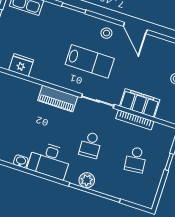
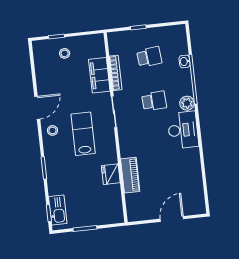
fridge: (21, 65) -> (111, 174), moved
piano: (58, 99) -> (130, 175), moved
washbasin: (21, 161) -> (184, 61), moved
plant: (87, 180) -> (187, 103), moved

